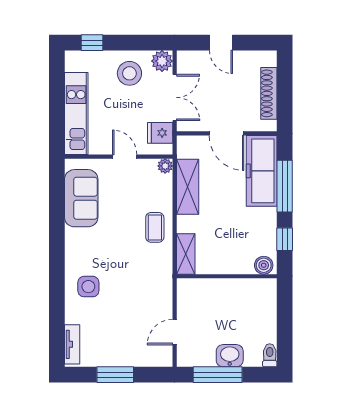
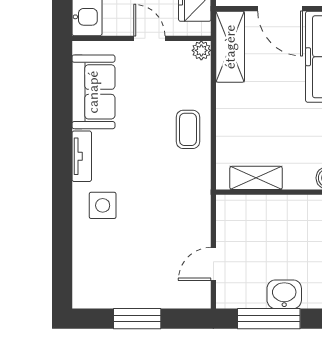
shelving: (188, 187) -> (230, 47), moved
shelving: (186, 254) -> (256, 178), moved, turned 90
tv unit: (72, 344) -> (82, 156), moved

